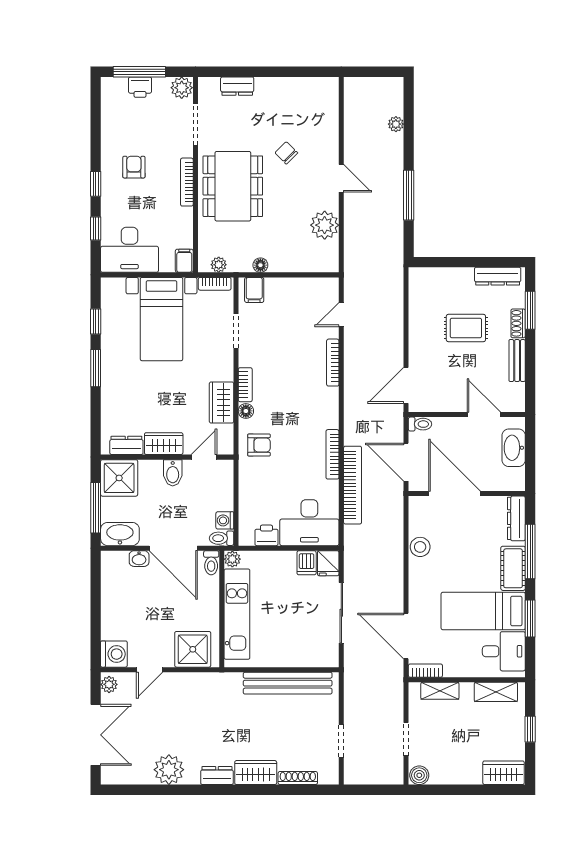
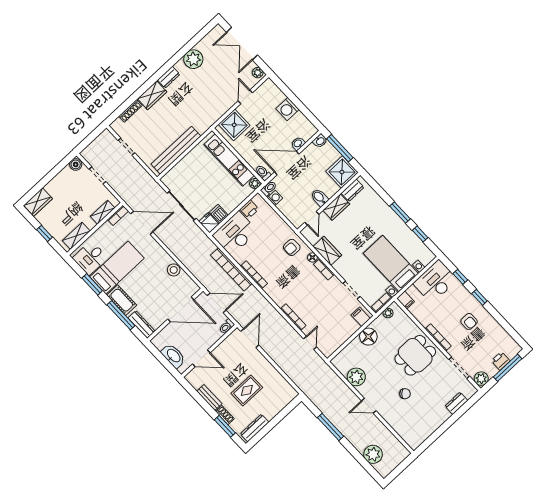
plant: (396, 124) -> (373, 454), width x1.87, depth x1.87
dining table: (233, 186) -> (415, 355), width x0.73
floor lamp: (260, 265) -> (368, 337), width x1.89, depth x1.89
washbasin: (120, 534) -> (320, 141), width x0.52, depth x0.69
washing machine: (114, 654) -> (287, 109), moved

